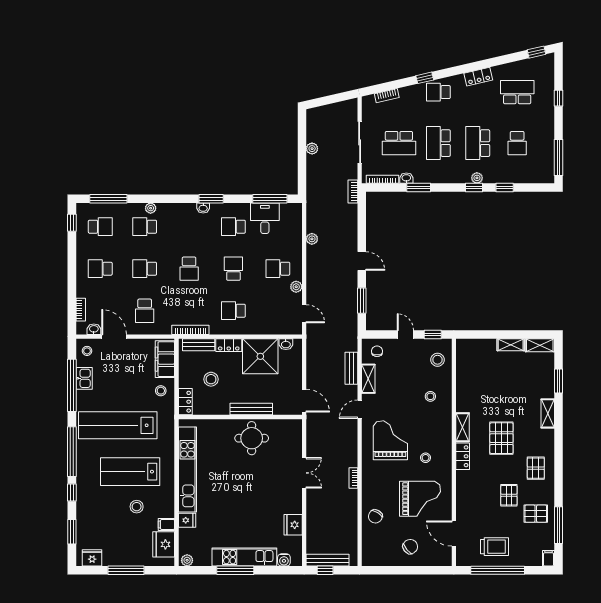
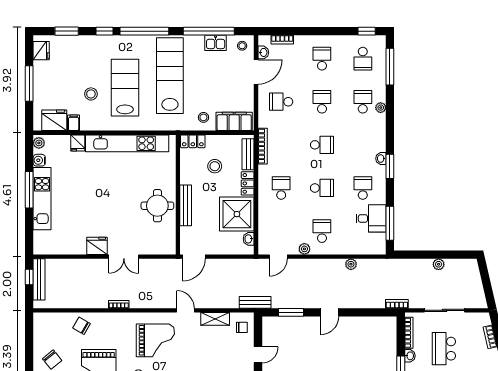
school desk: (189, 269) -> (322, 145), turned 180
bench: (351, 368) -> (255, 302), moved
fridge: (293, 525) -> (97, 246), moved
water cooler: (284, 560) -> (39, 160), moved

